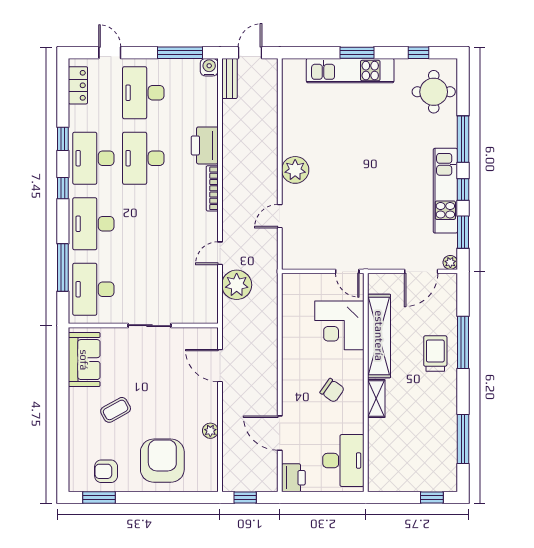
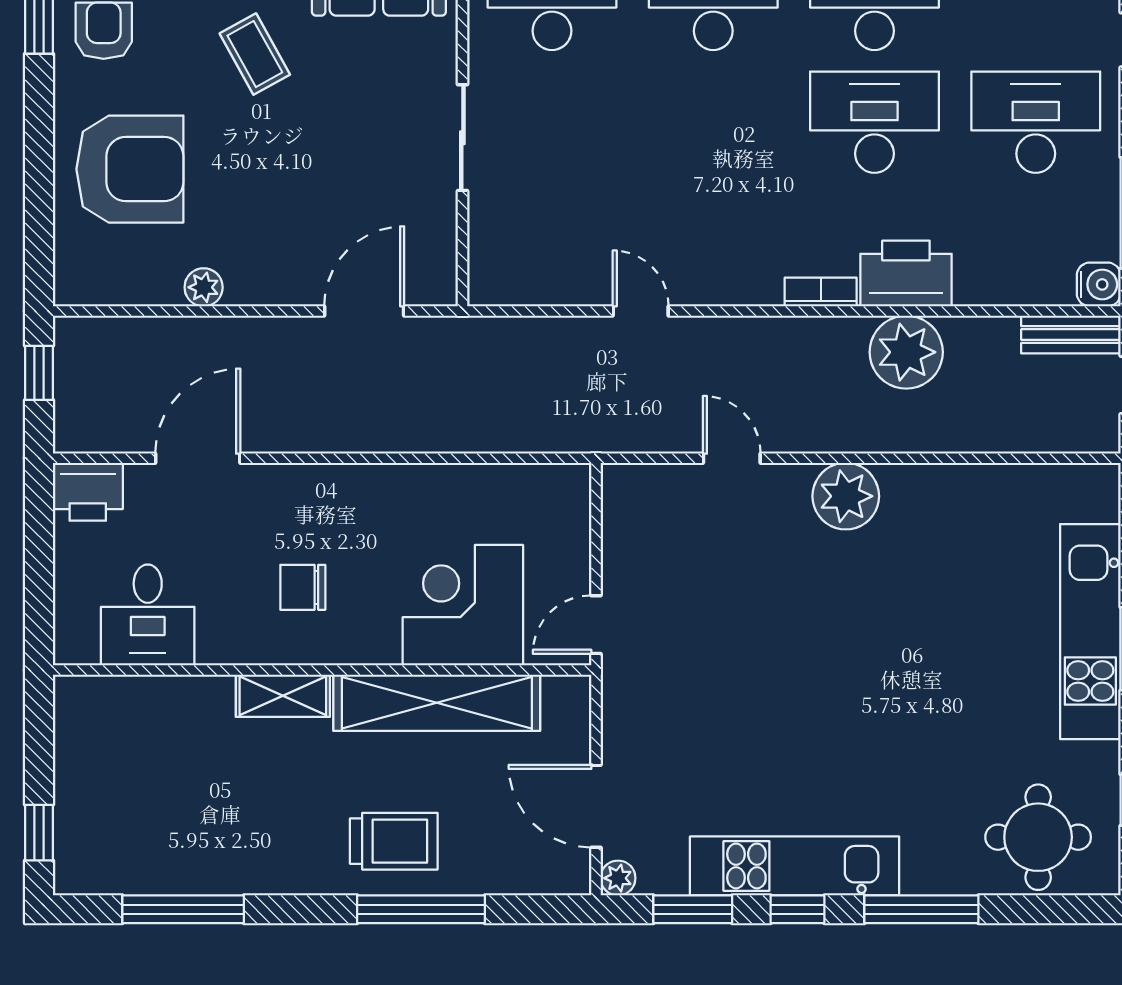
bookcase: (212, 188) -> (821, 292), width x0.64
plant: (237, 285) -> (906, 352), moved
chair: (332, 390) -> (303, 587), turned 55
desk: (343, 461) -> (148, 615), width x0.73

